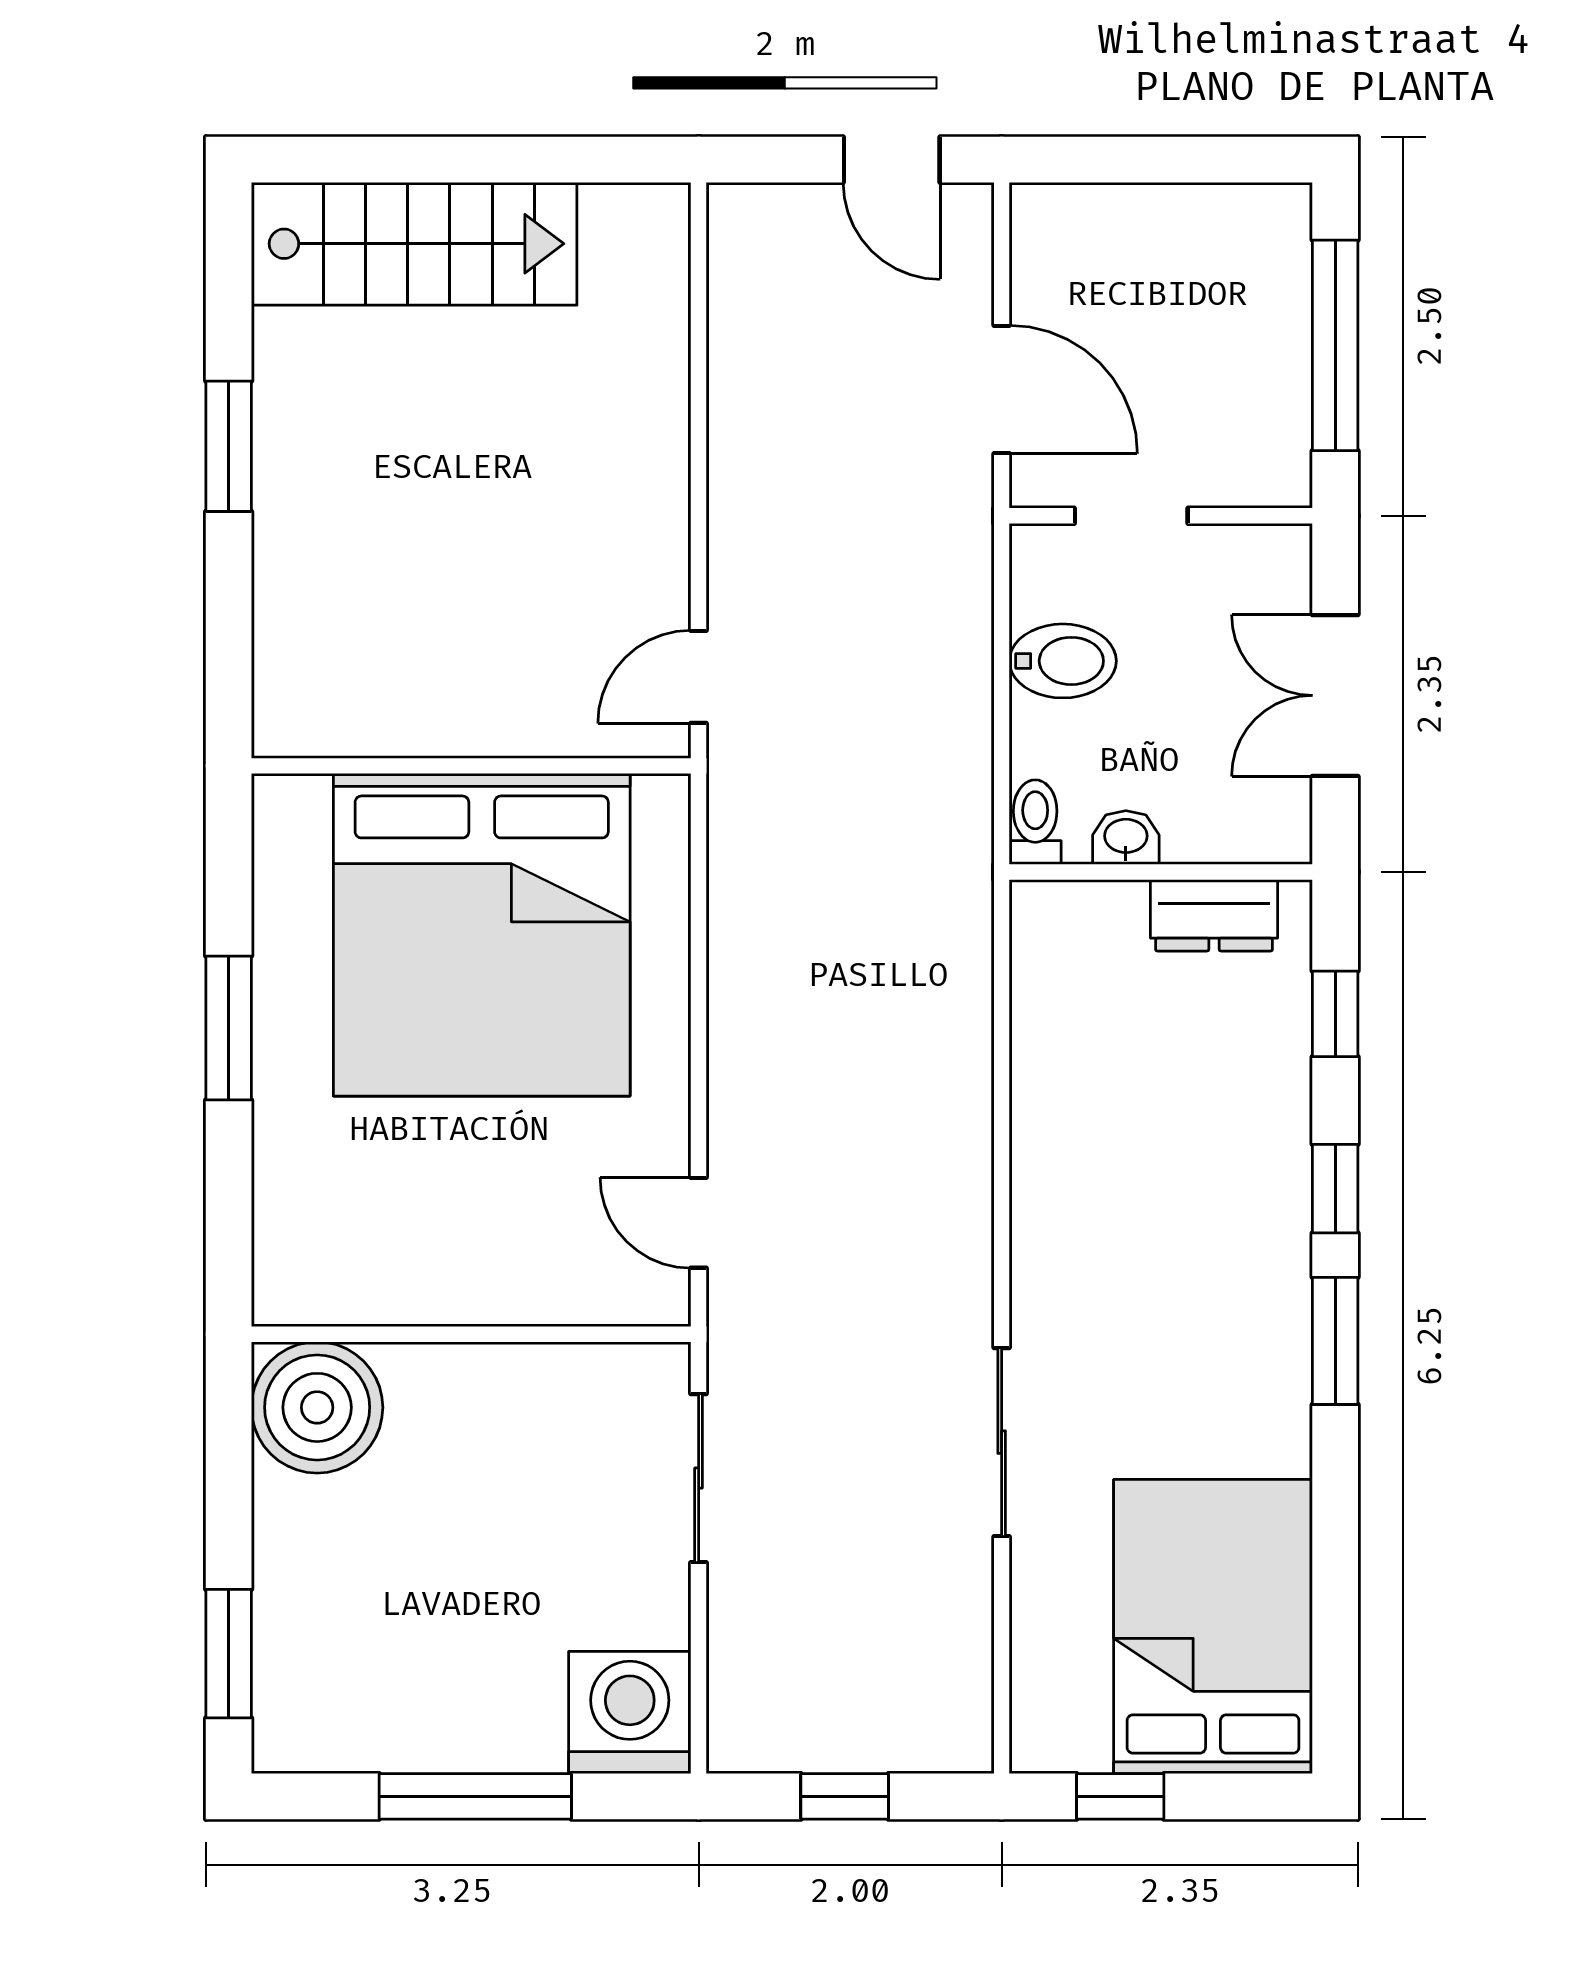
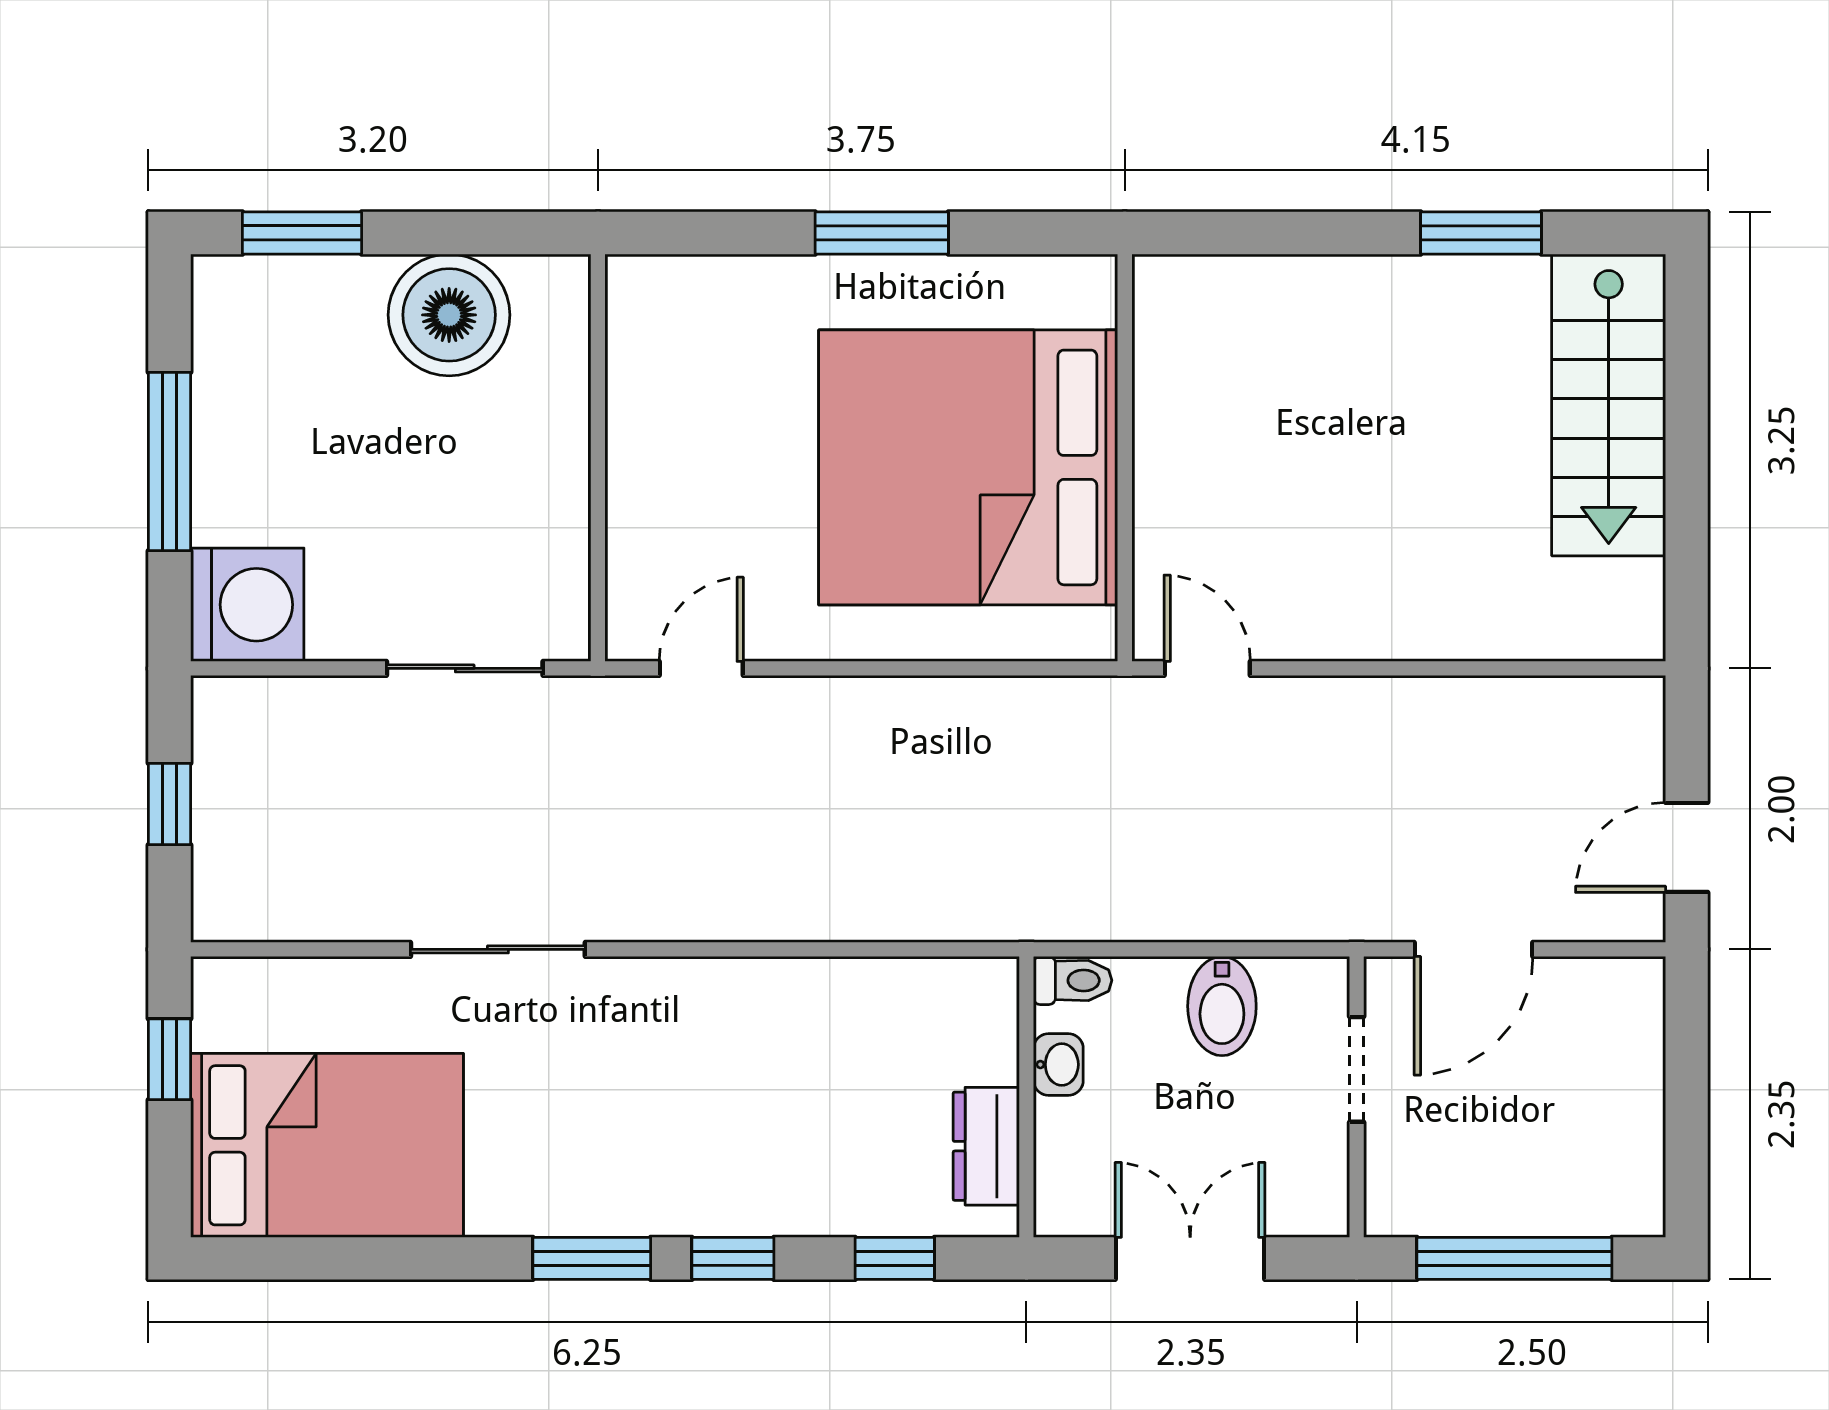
window: (229, 446) -> (1481, 233), moved
boiler: (317, 1407) -> (449, 315), moved

